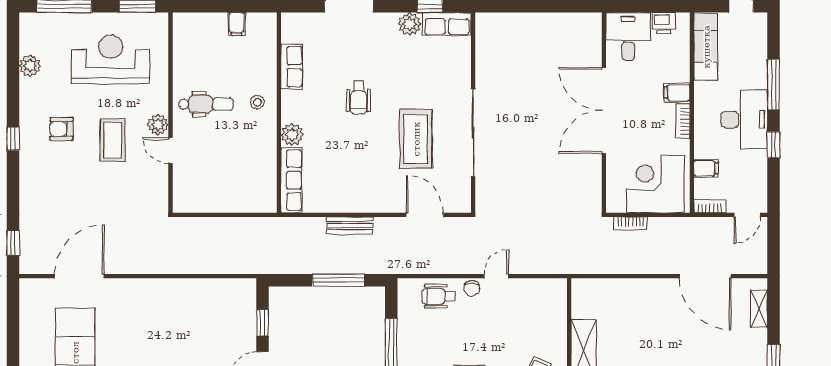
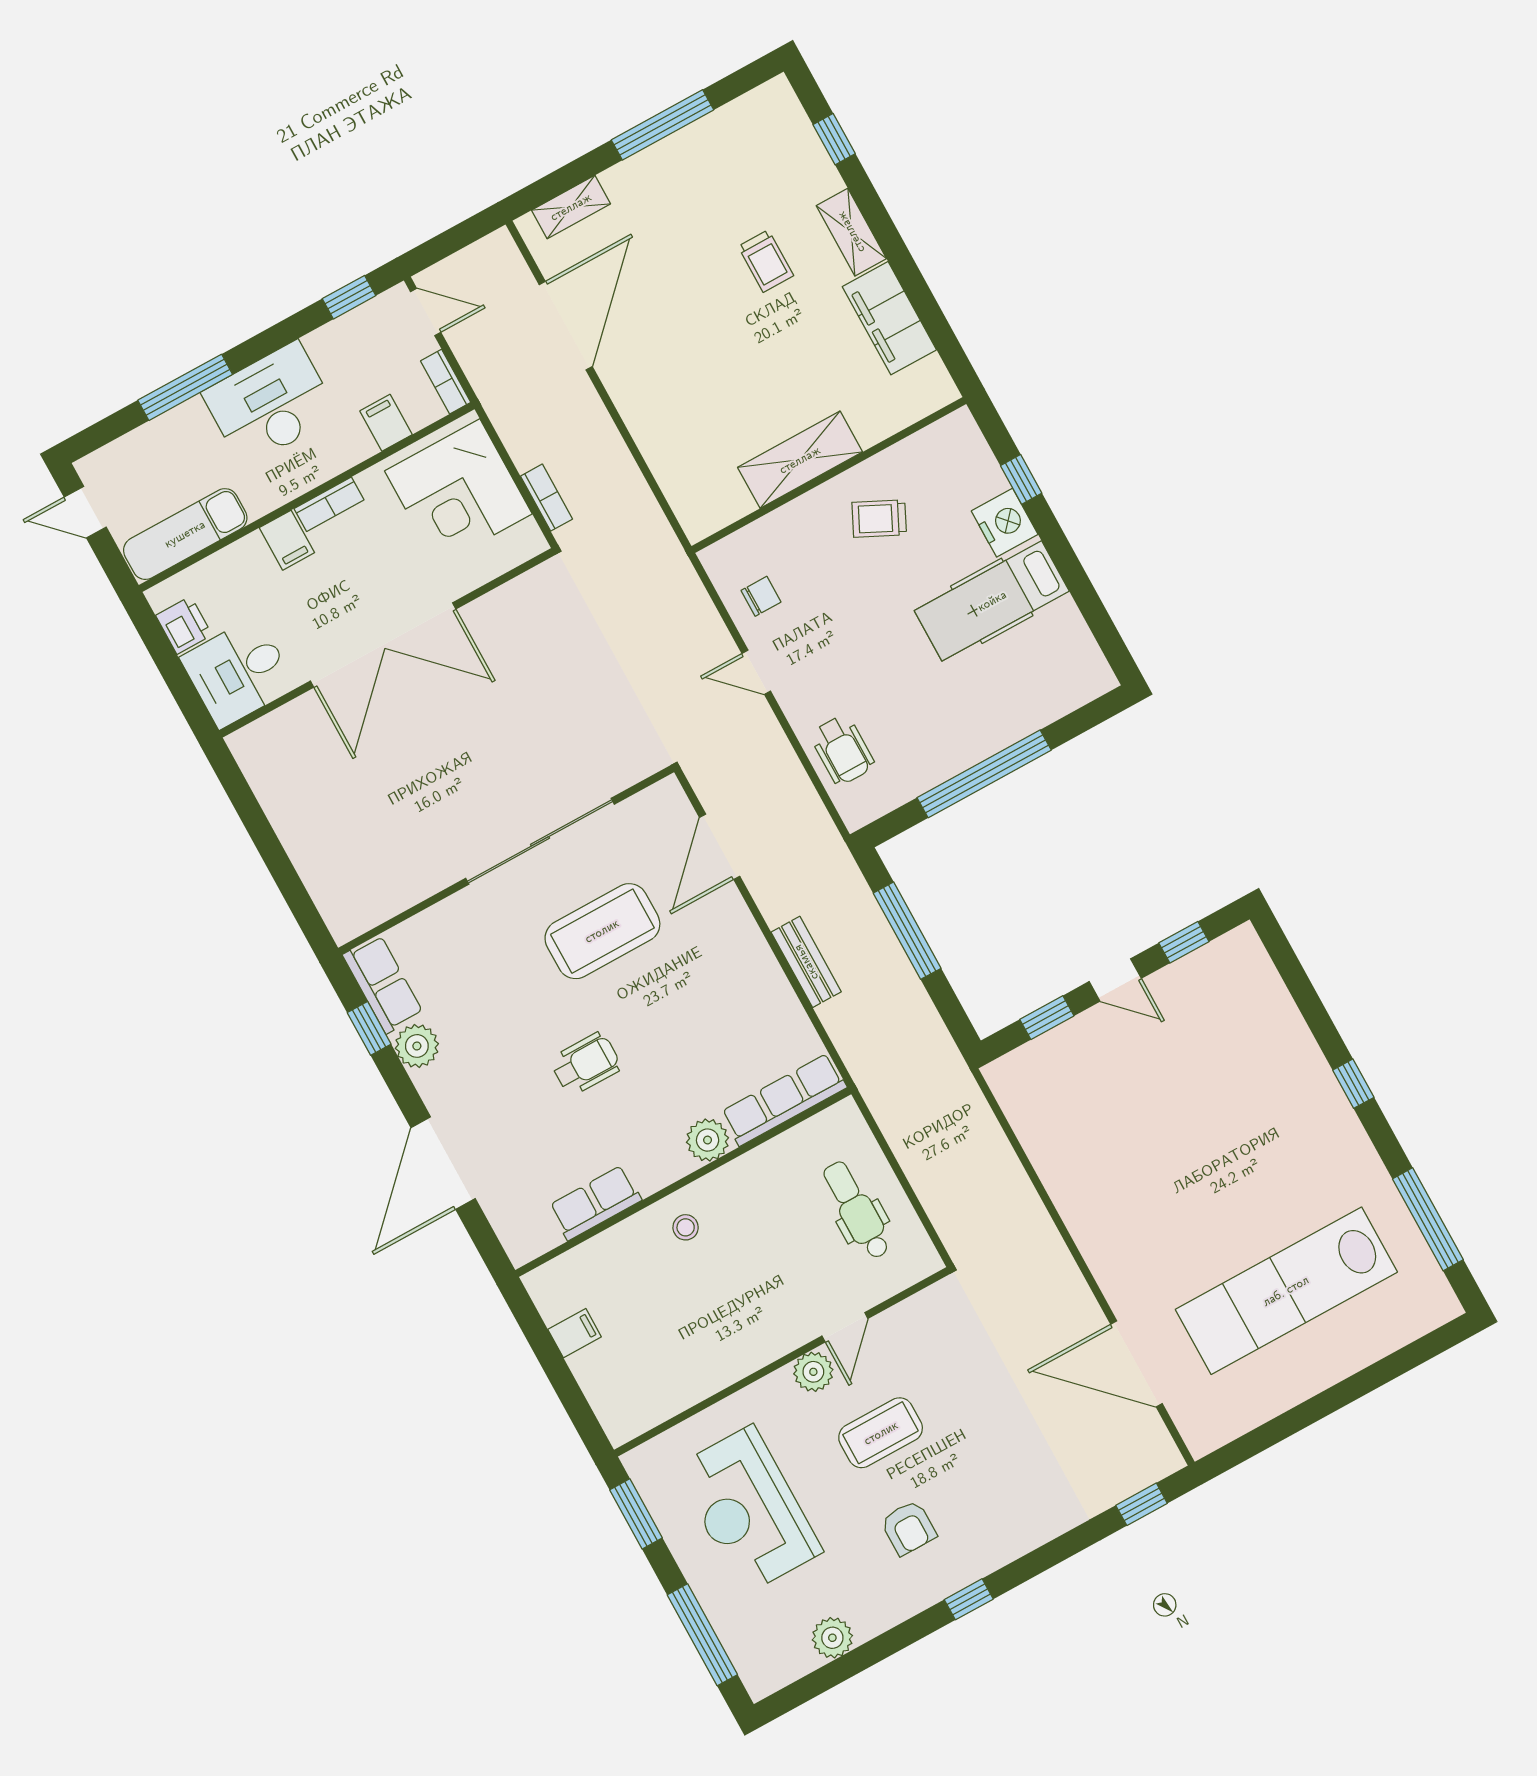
dental chair: (206, 104) -> (857, 1210), moved
window: (774, 145) -> (349, 297), moved
chair: (472, 288) -> (761, 596), moved

